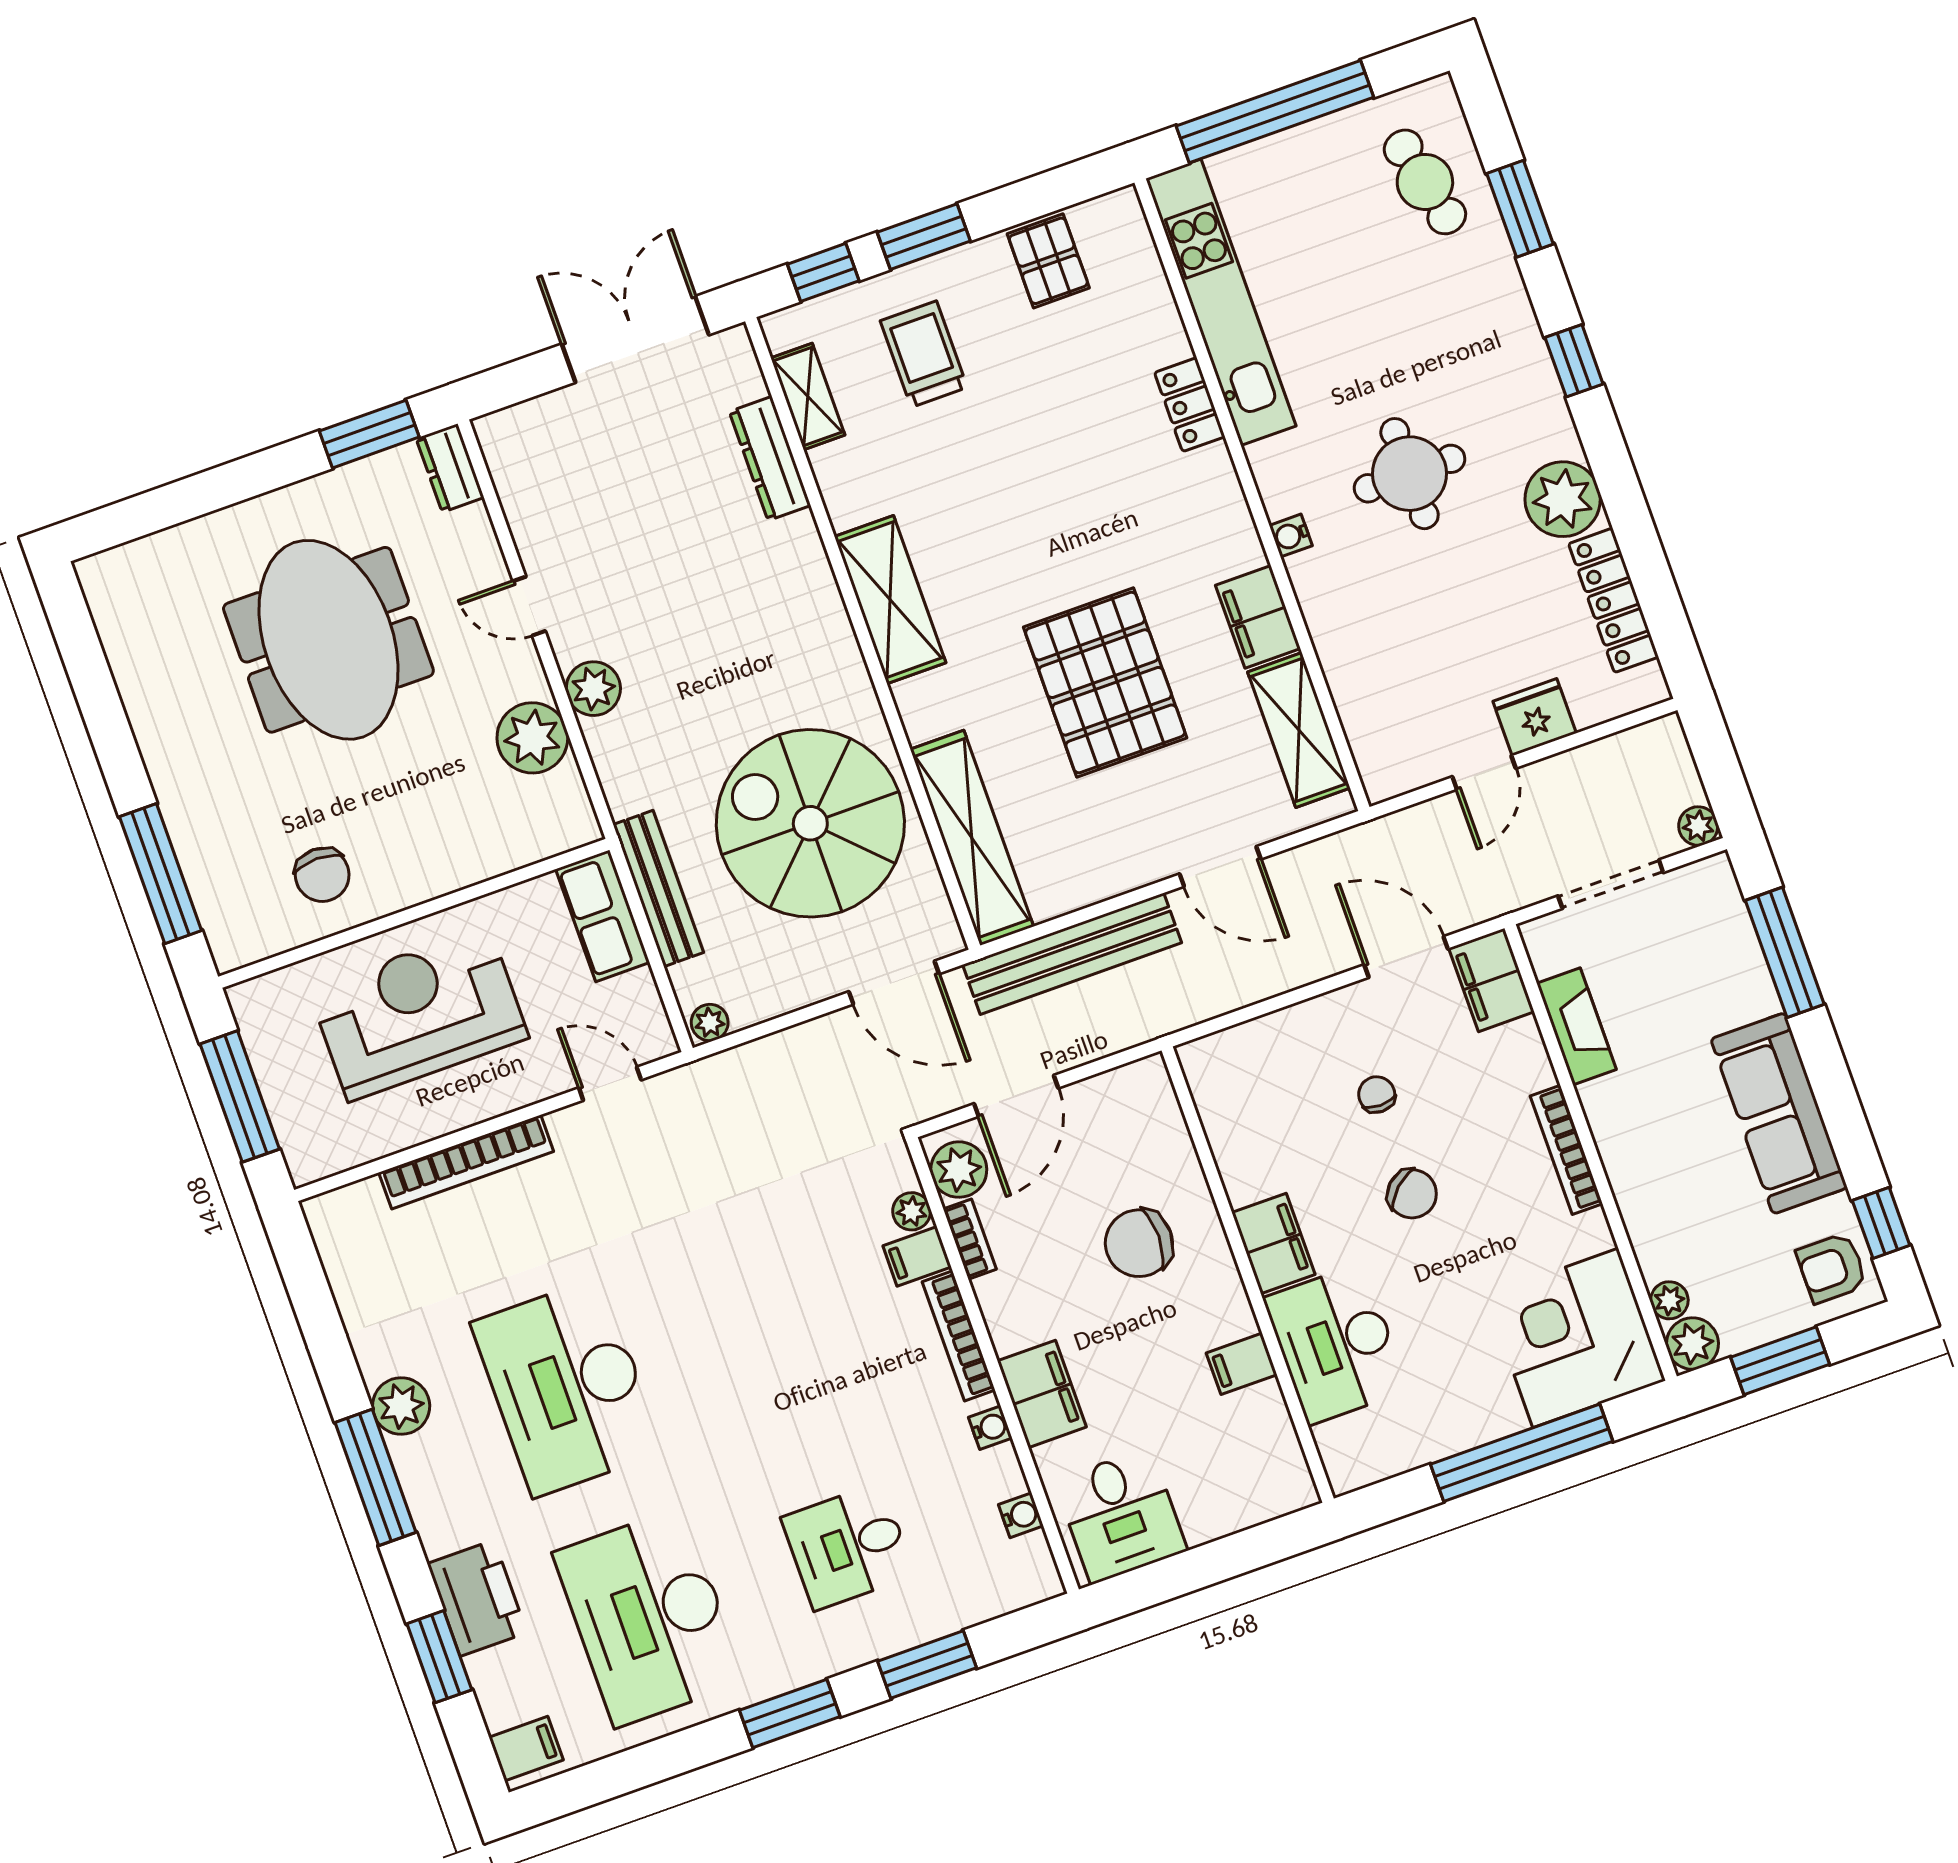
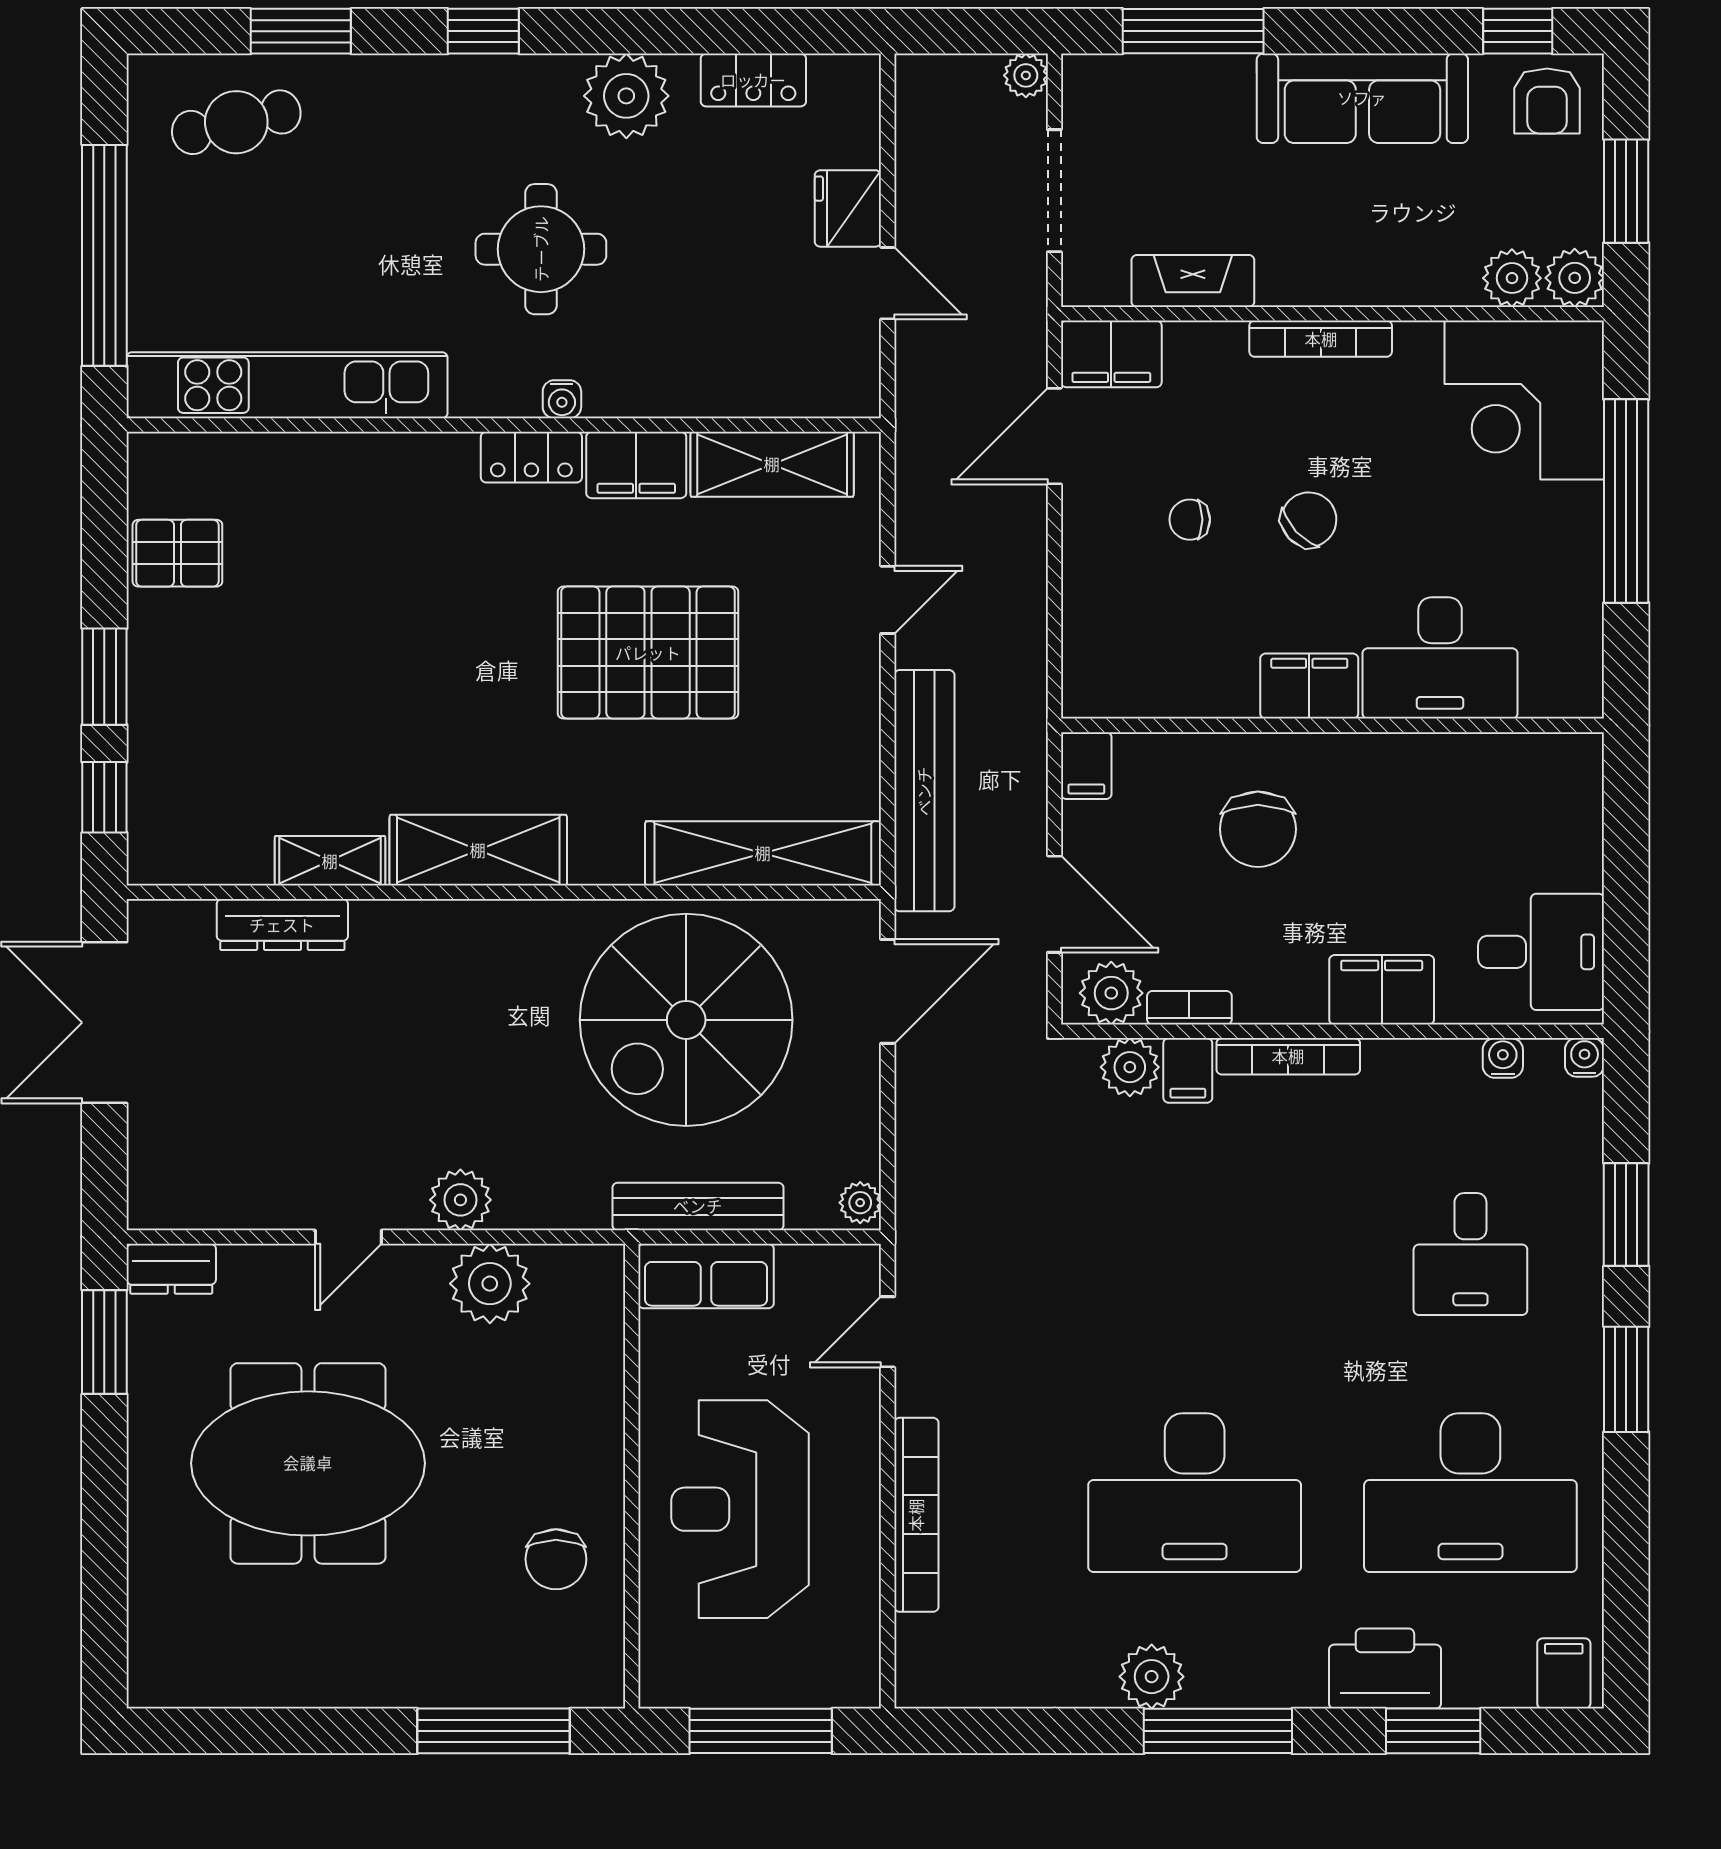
trolley: (924, 354) -> (230, 721), removed
shelving: (808, 396) -> (330, 861), moved
locker: (1190, 405) -> (531, 457), moved
locker: (1614, 600) -> (753, 80), width x0.66
door: (1220, 866) -> (888, 600), width x0.73
chair: (322, 875) -> (556, 1559), turned 90
plant: (912, 1211) -> (1130, 1067), width x1.38, depth x1.38
plant: (1669, 1300) -> (1512, 278), width x1.38, depth x1.38
filing cabinet: (1242, 1364) -> (1086, 766), moved
water cooler: (990, 1428) -> (1585, 1057), moved

